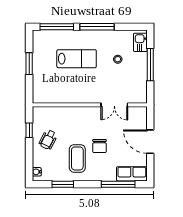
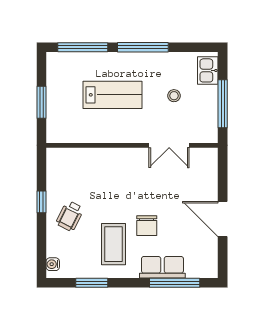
wall: (90, 105) -> (132, 145), moved
double door: (114, 105) -> (169, 145), moved
row of seats: (132, 174) -> (162, 267), moved

